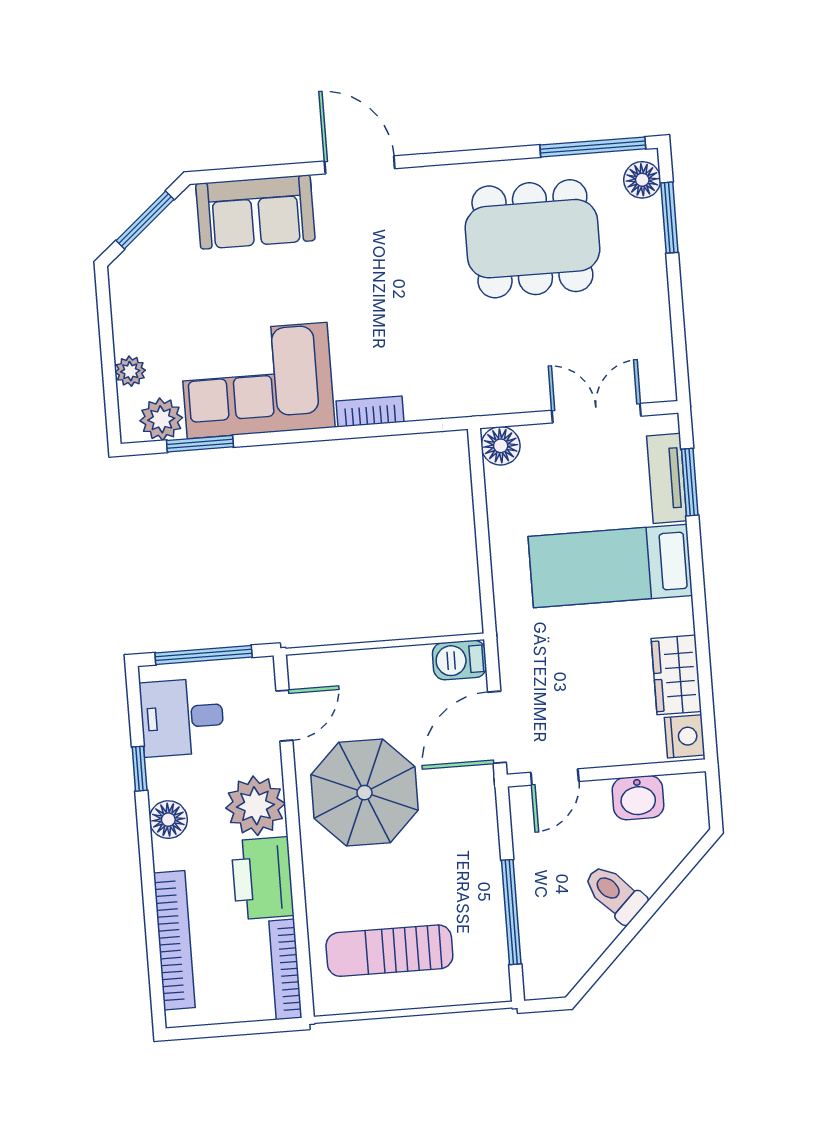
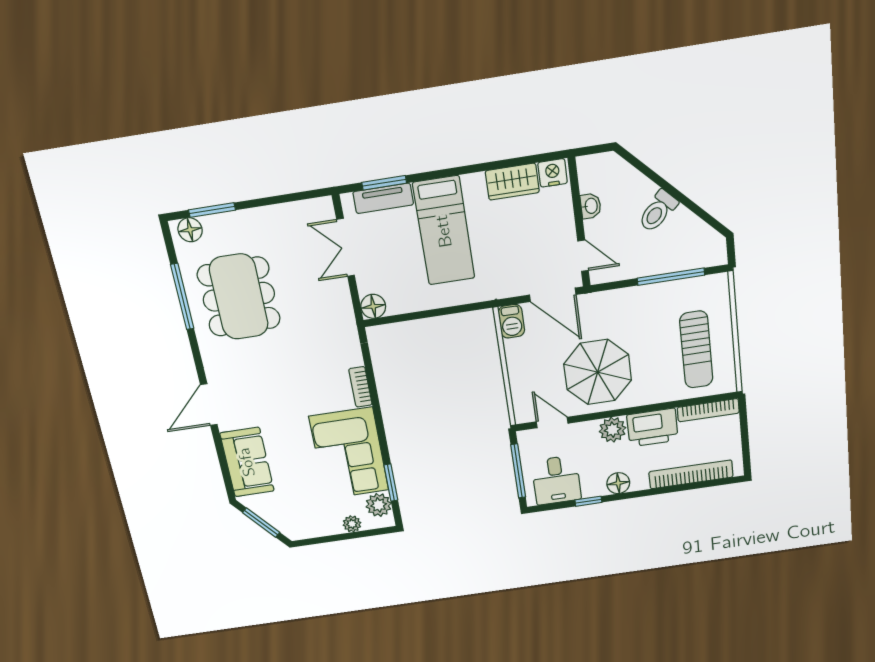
window: (593, 147) -> (182, 297), moved
washbasin: (638, 798) -> (591, 206), width x0.72, depth x0.69
plant: (255, 806) -> (613, 430), width x0.73, depth x0.73

